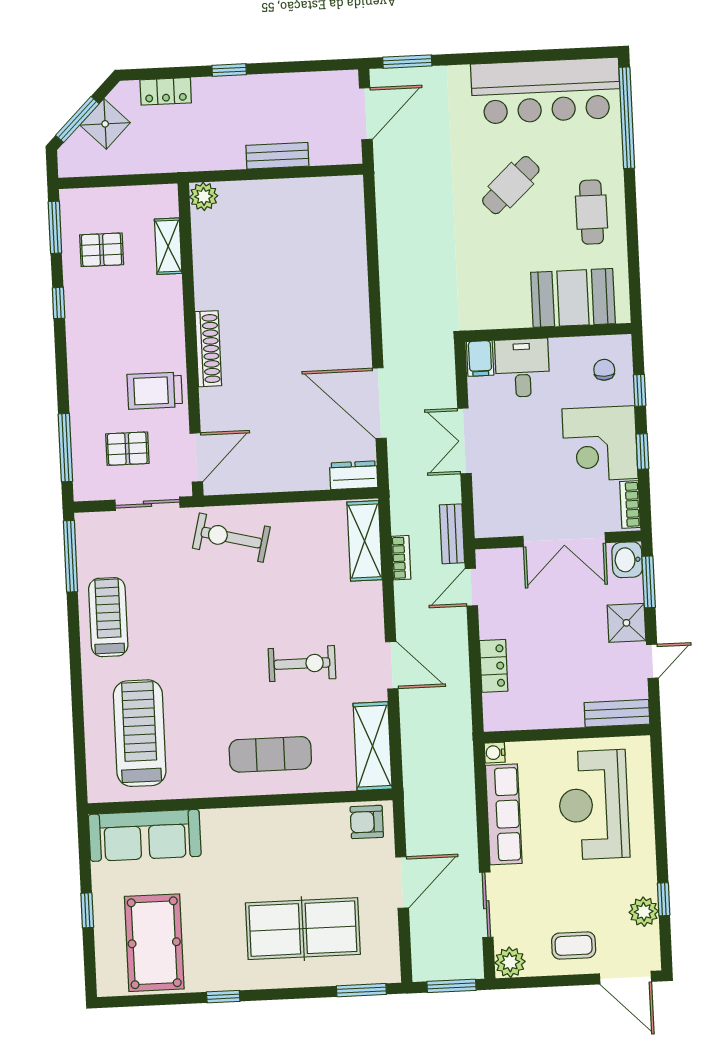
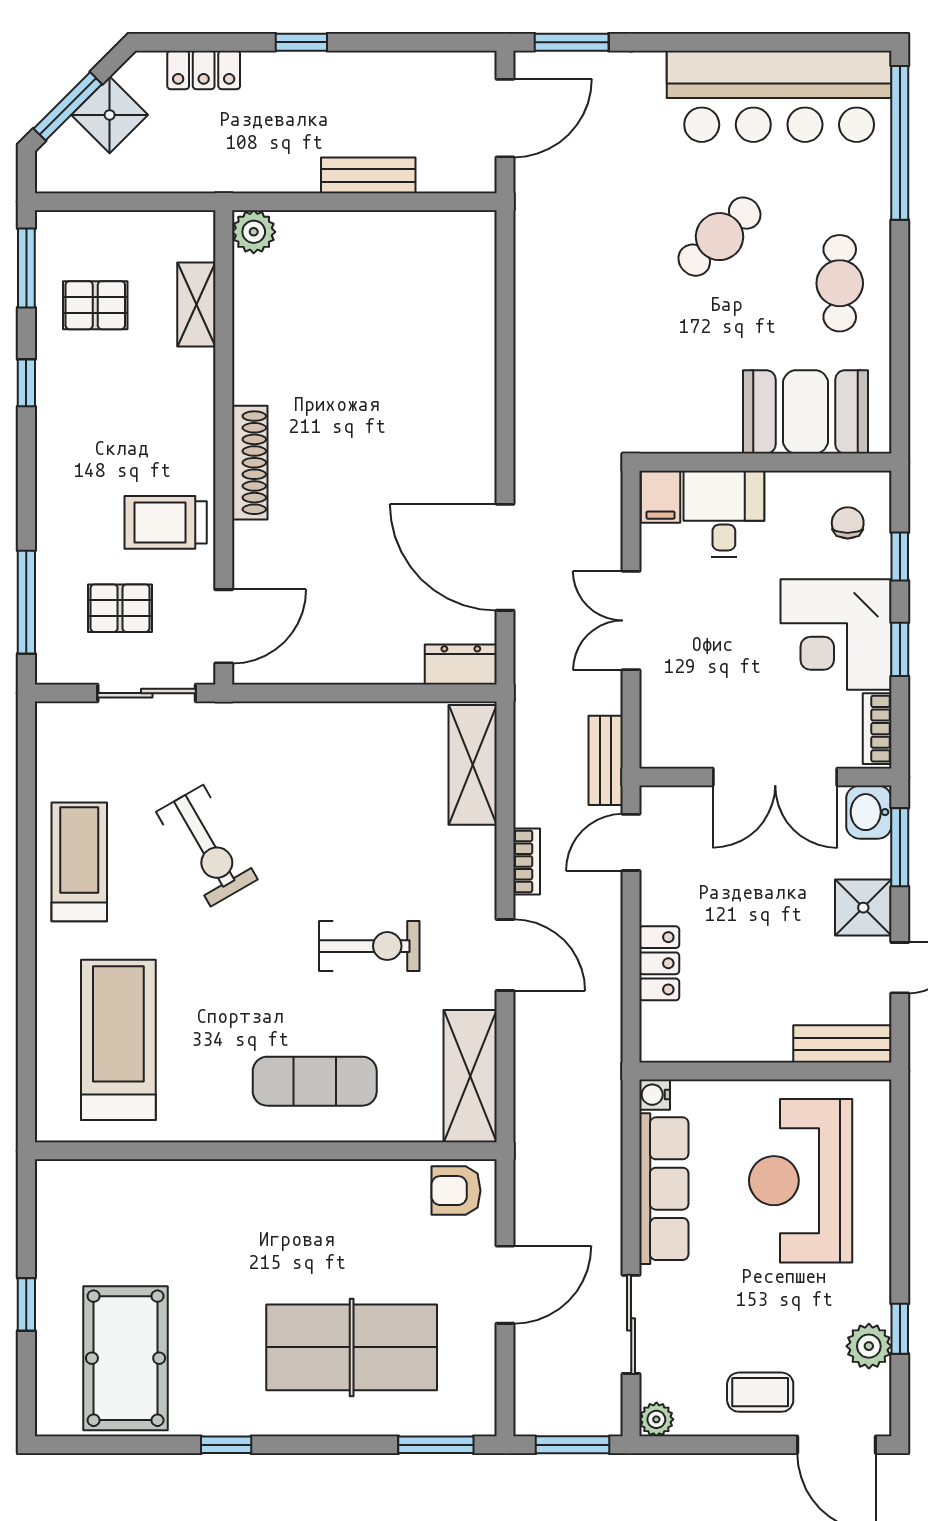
exercise bike: (231, 538) -> (207, 846), moved, turned -134
window: (70, 556) -> (26, 767), removed
bookcase: (401, 558) -> (527, 861), moved
sofa: (145, 835) -> (119, 1195), removed
plant: (510, 962) -> (656, 1419), width x0.73, depth x0.73

